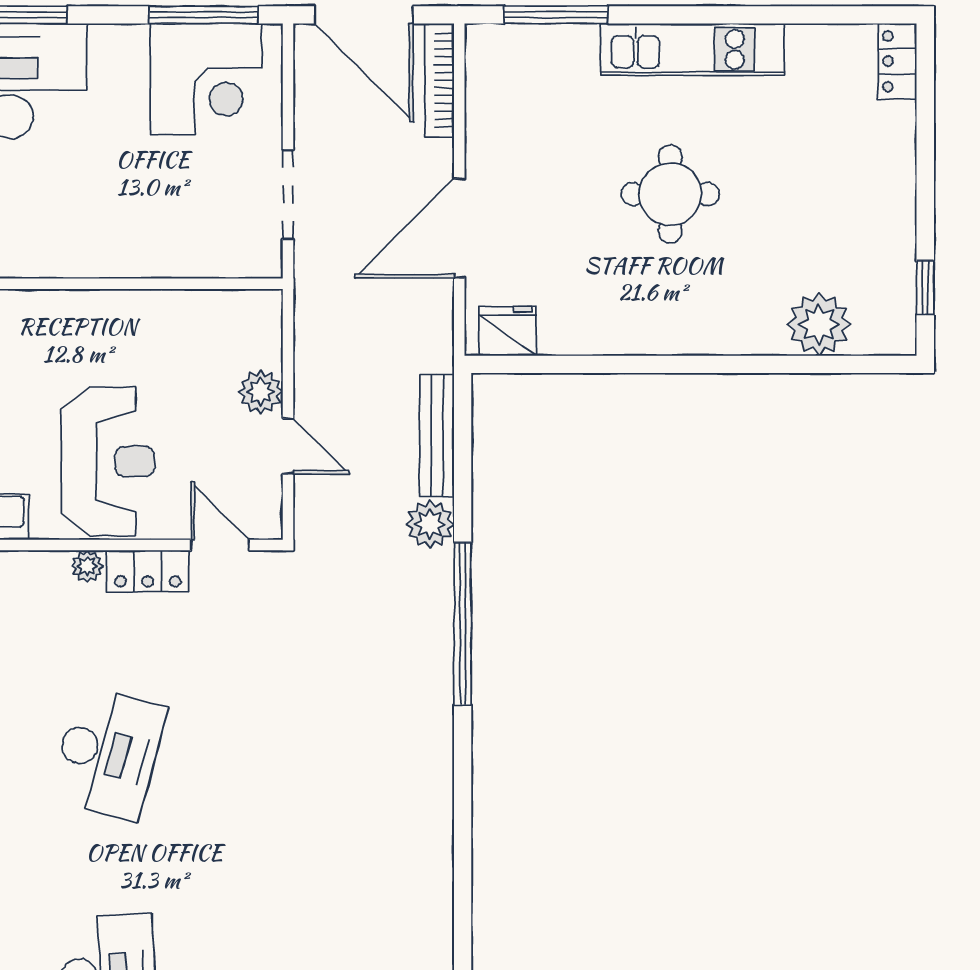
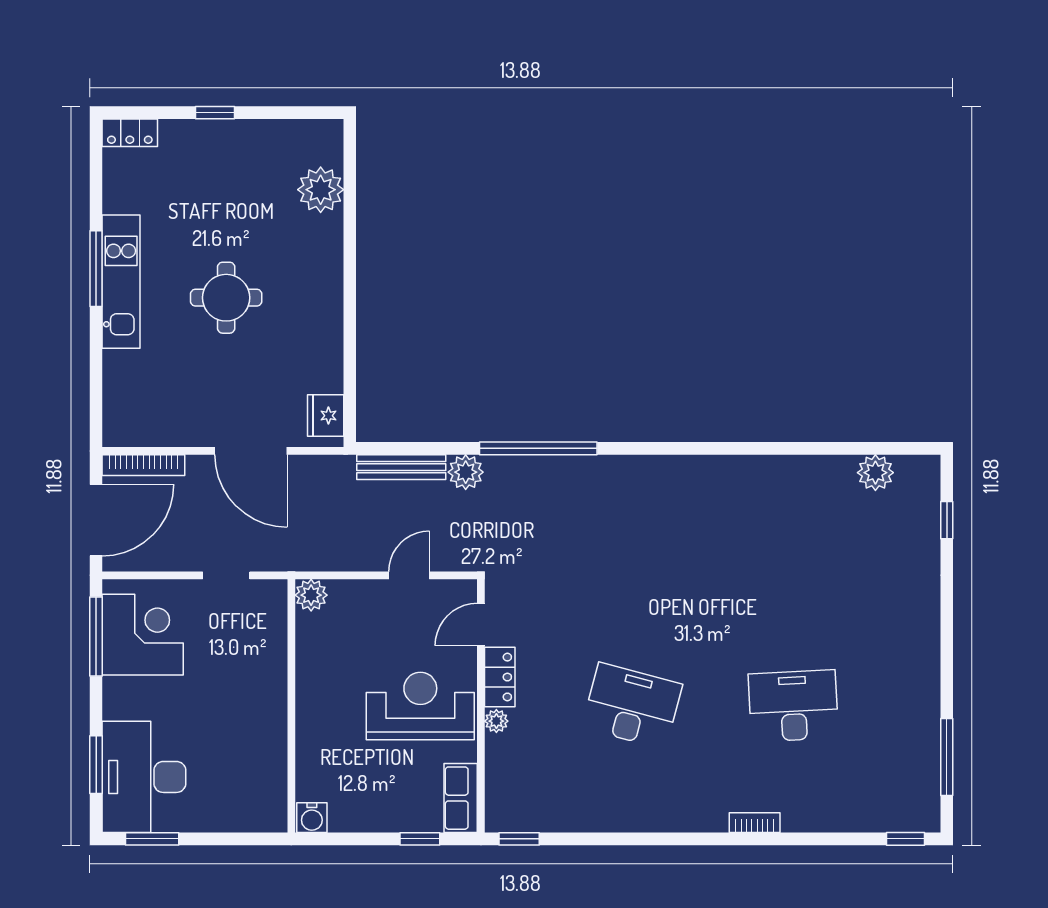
window: (556, 15) -> (96, 269), moved
doorway: (288, 194) -> (226, 575), width x0.73
window: (925, 288) -> (215, 113), moved
plant: (261, 392) -> (311, 595), moved

